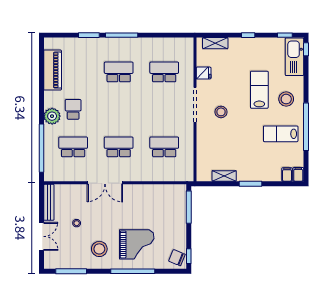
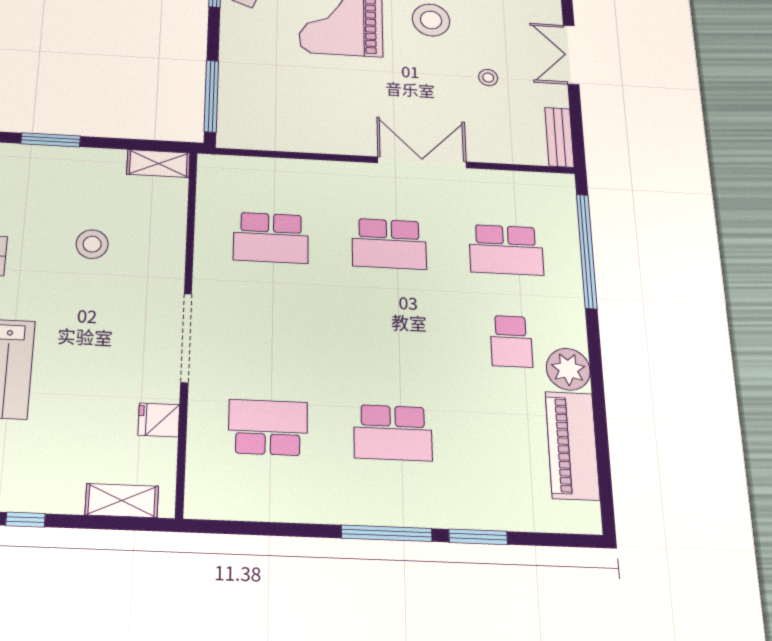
school desk: (164, 72) -> (268, 427), turned 180
stool: (221, 112) -> (92, 244), moved
plant: (52, 116) -> (568, 369), moved
shelving: (224, 176) -> (158, 164), moved
bench: (49, 202) -> (559, 137), width x0.73

